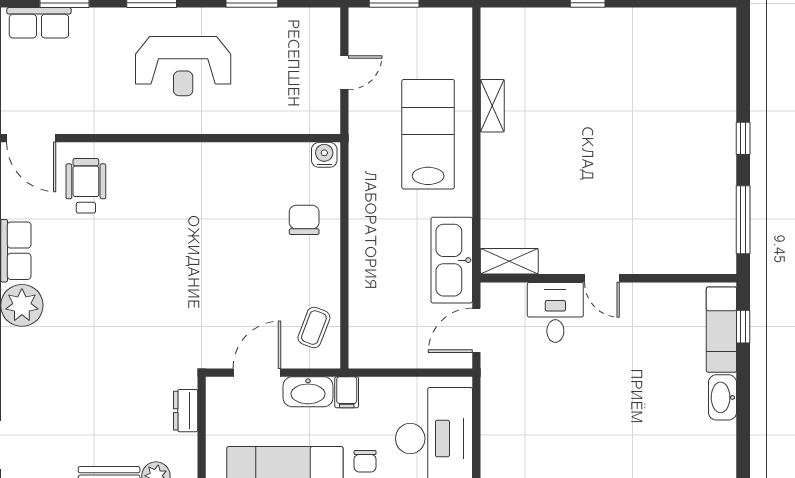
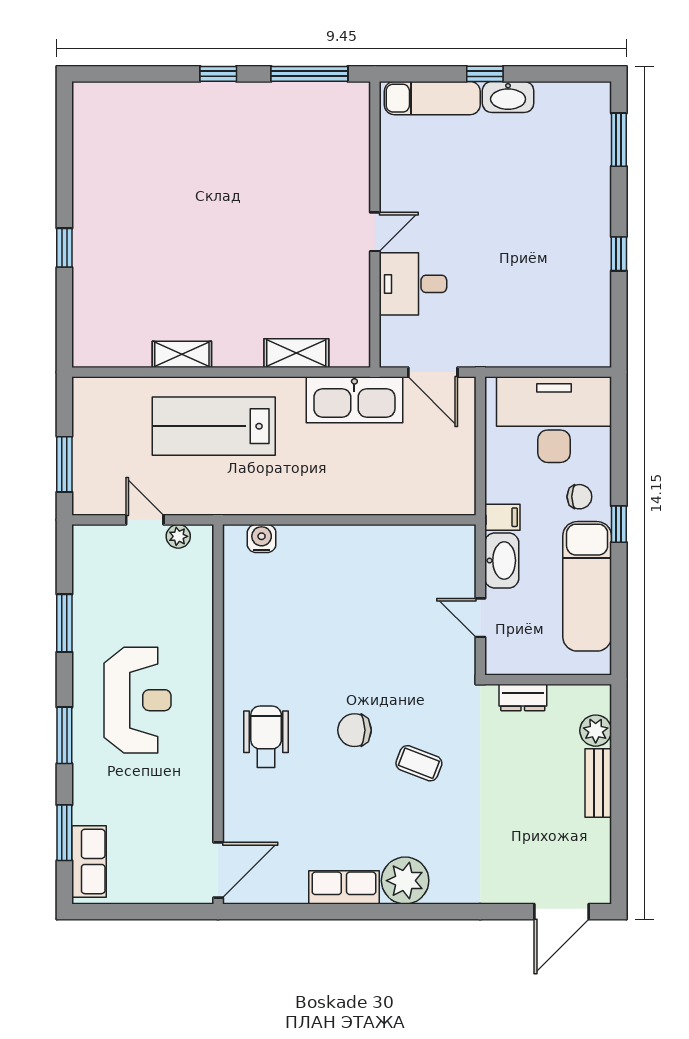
plant: (330, 103) -> (178, 536), added
water cooler: (324, 155) -> (262, 539), moved, turned 90
wheelchair: (86, 186) -> (266, 737), moved, turned 90
chair: (304, 220) -> (354, 730), moved
shelving: (509, 261) -> (296, 353), moved, turned 90
window: (743, 327) -> (485, 74), moved
coffee table: (314, 328) -> (419, 763), moved
door: (257, 373) -> (480, 618), width x0.73

